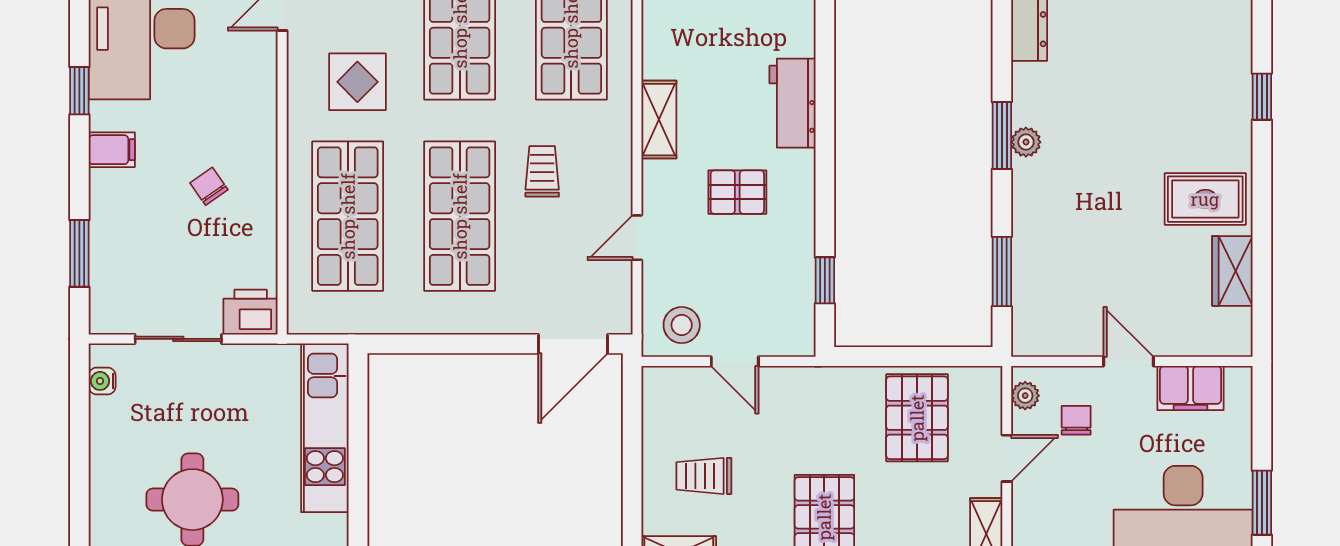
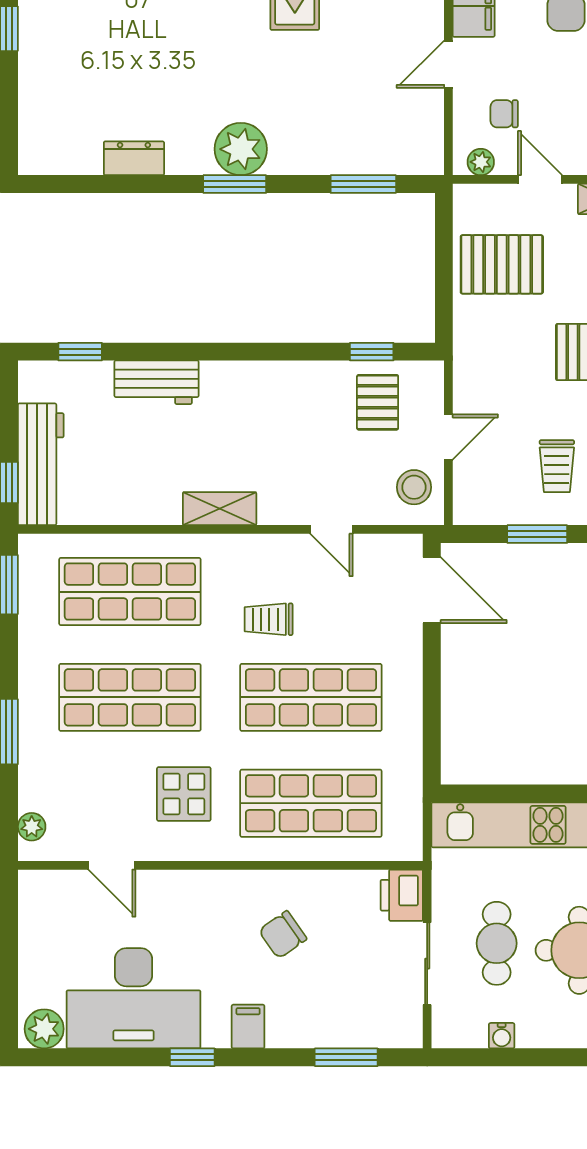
workbench: (793, 103) -> (157, 382), moved
plant: (1026, 142) -> (241, 149), width x1.88, depth x1.88
chair: (209, 186) -> (283, 935), width x1.37, depth x1.37
pallet: (737, 192) -> (378, 402), moved
water cooler: (102, 381) -> (502, 1036), moved
cafe table: (200, 412) -> (497, 943), added
window: (632, 455) -> (537, 534), added

